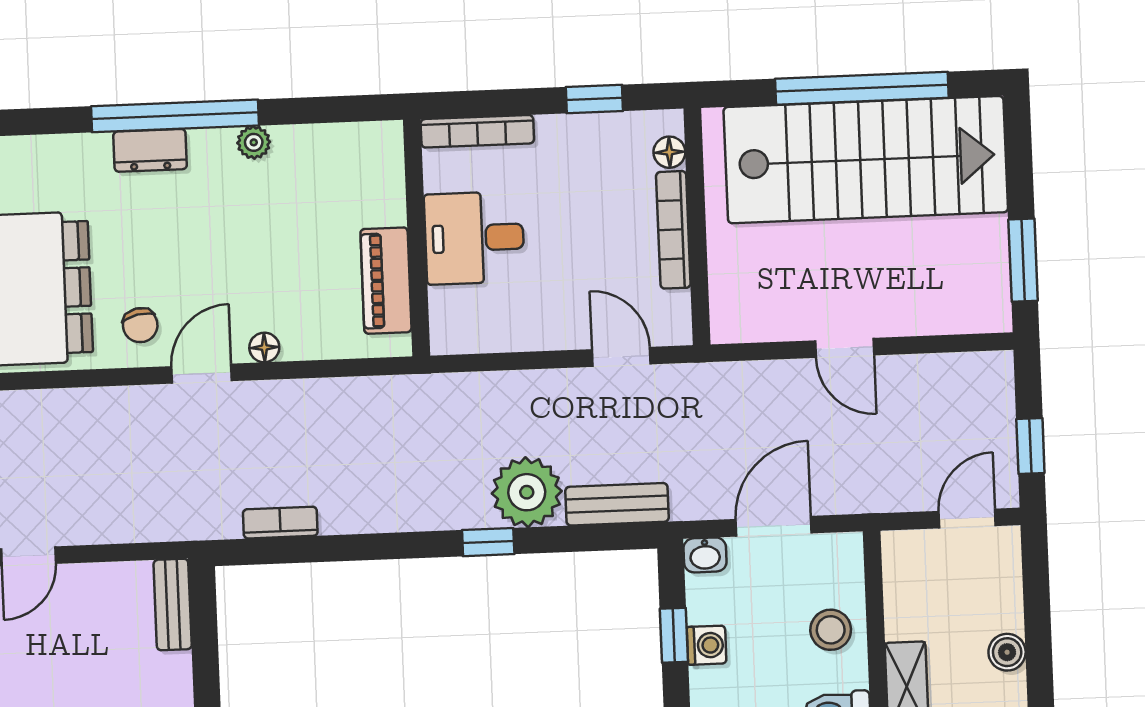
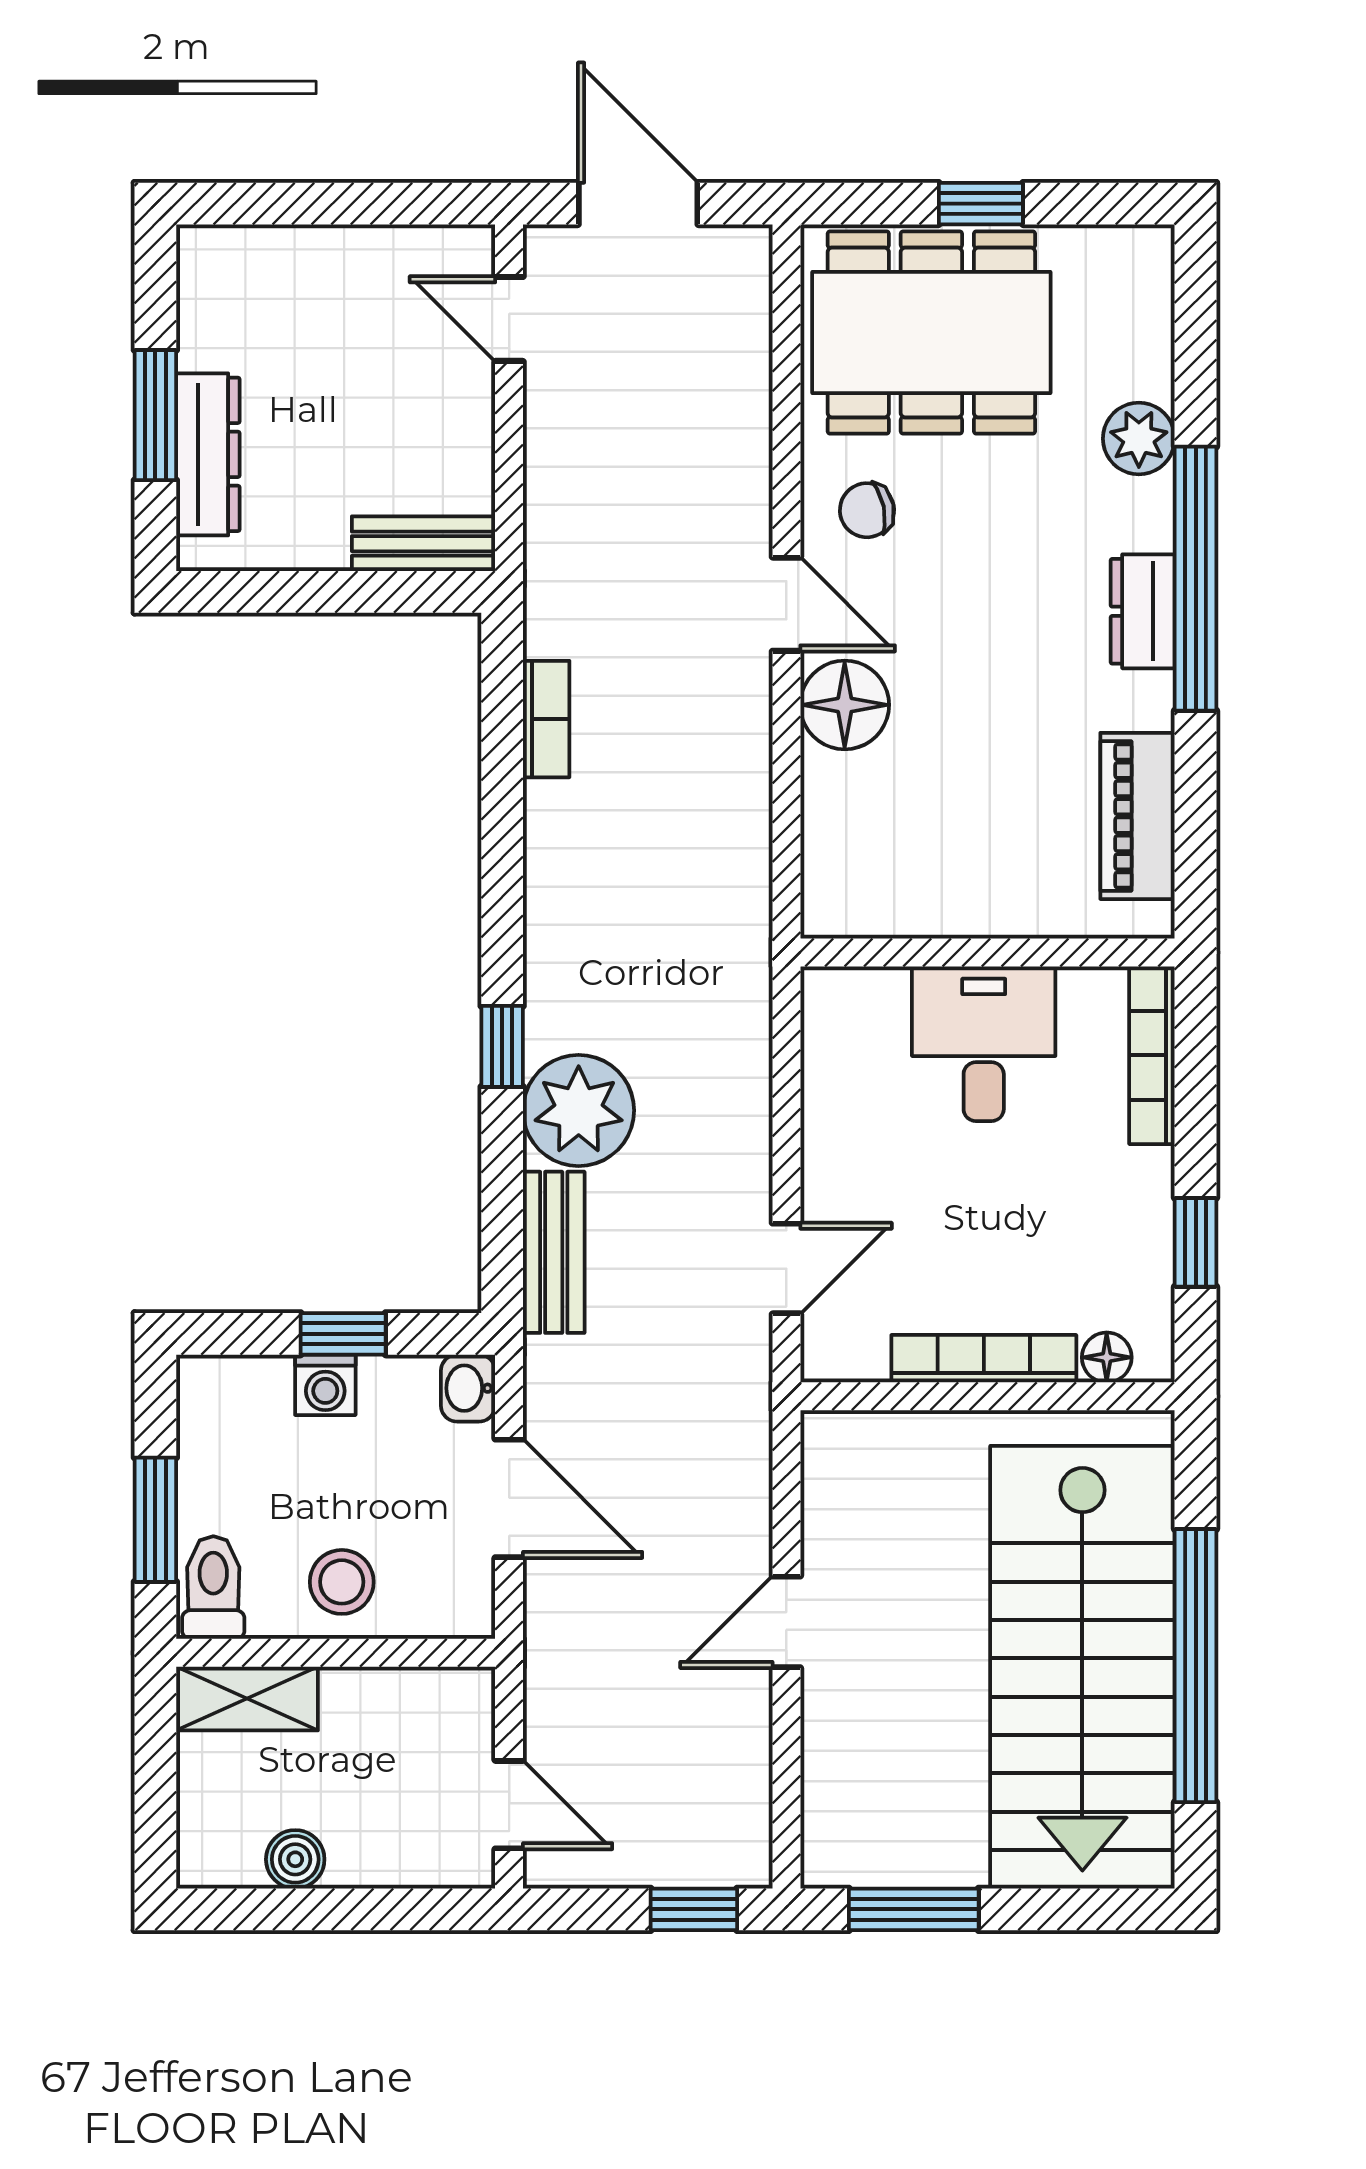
plant: (254, 142) -> (1139, 439), moved, width x1.38, depth x1.38
dresser: (150, 150) -> (1143, 611), moved
piano: (386, 281) -> (1138, 816), moved, turned -90
floor lamp: (264, 347) -> (845, 705), width x1.89, depth x1.89
window: (1030, 446) -> (694, 1909), moved

